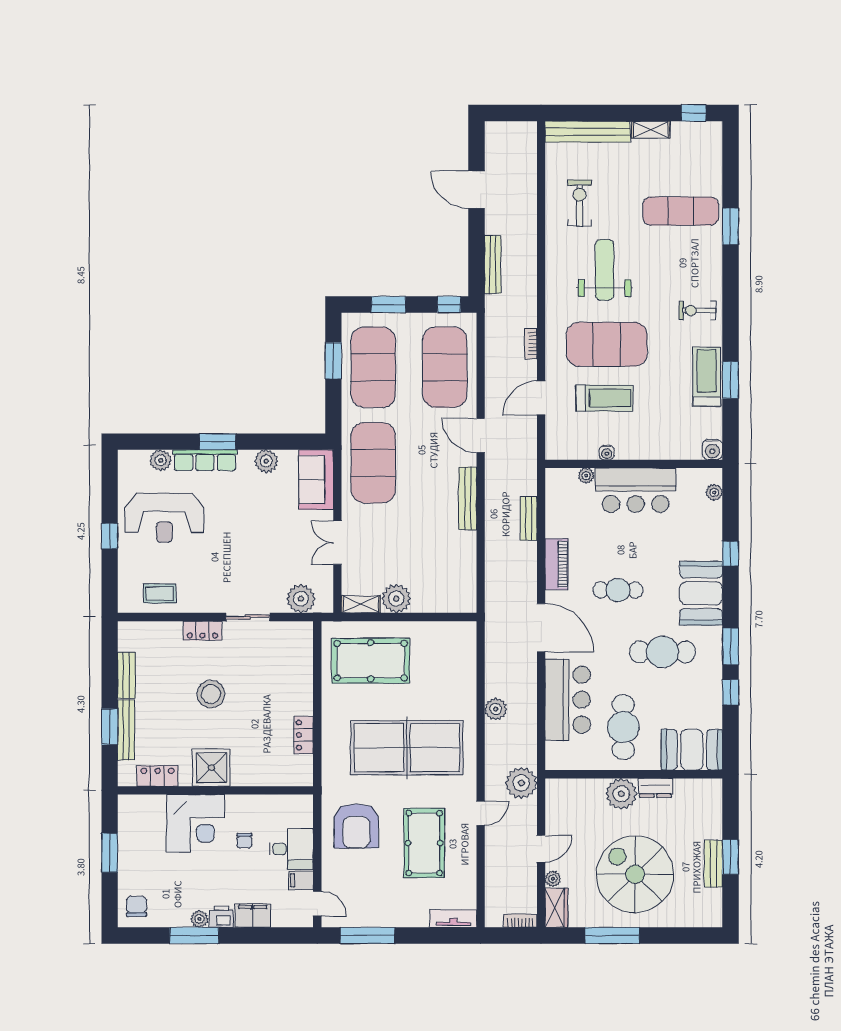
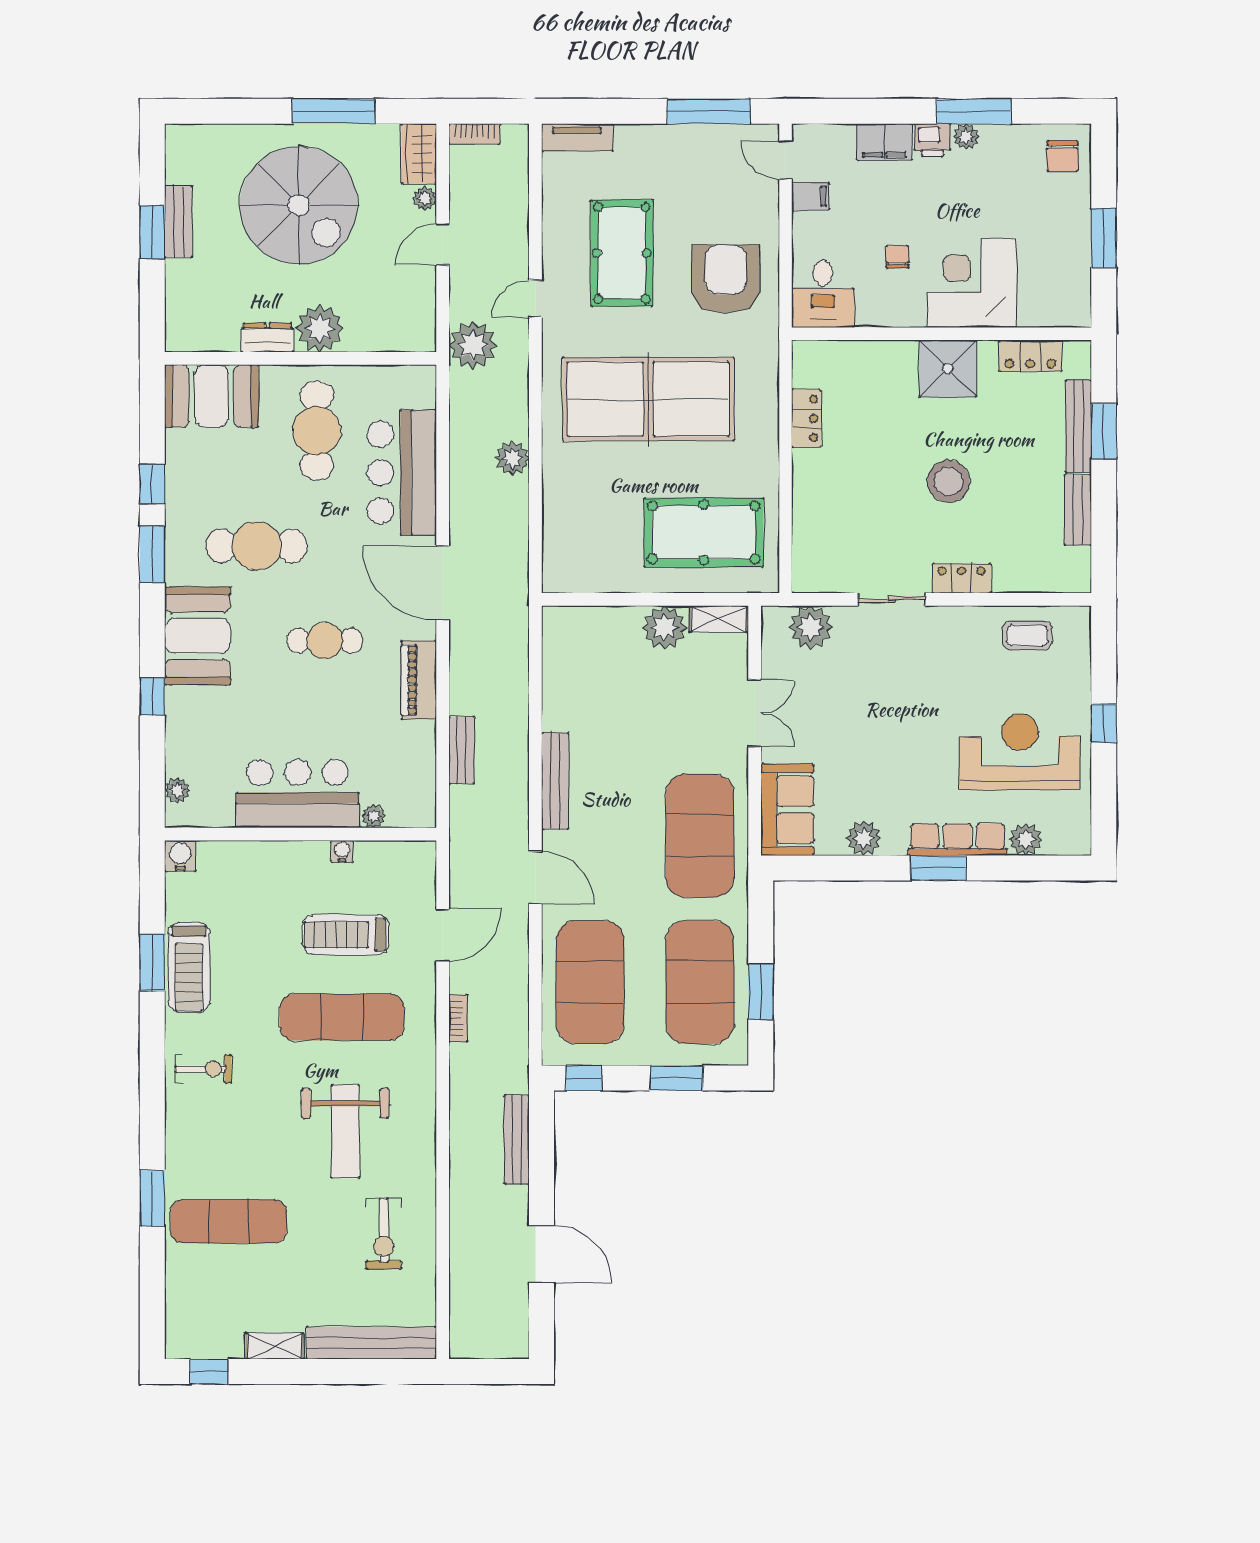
exercise mat: (607, 344) -> (342, 1017), width x0.68
desk: (291, 849) -> (823, 294), moved, turned -90

